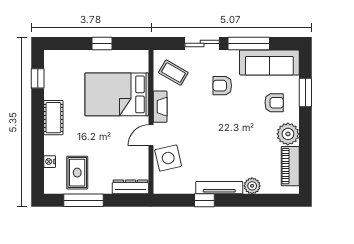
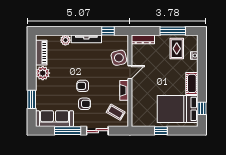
bed: (117, 94) -> (178, 109), moved, turned 180
armchair: (274, 103) -> (83, 86), moved
window: (204, 200) -> (108, 31), moved

